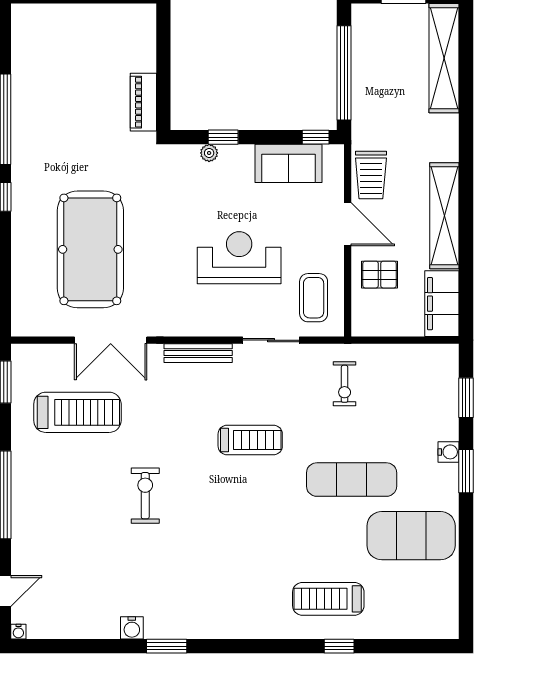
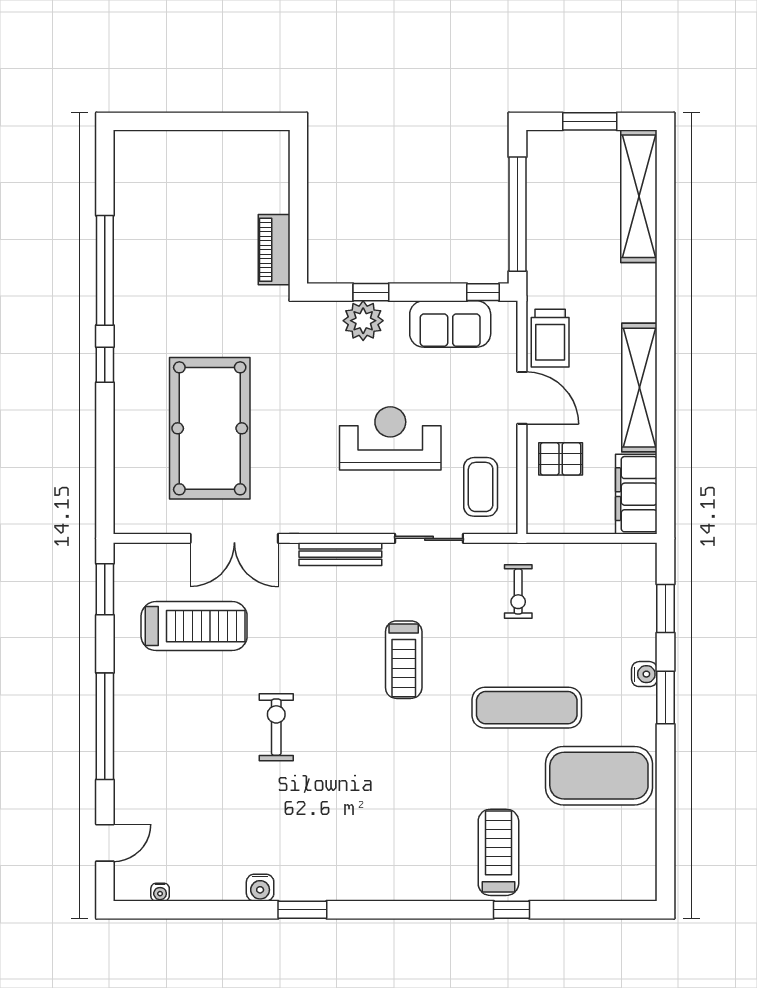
plant: (209, 153) -> (363, 321), width x1.87, depth x1.87
treadmill: (250, 440) -> (404, 660), turned 90
treadmill: (328, 599) -> (498, 852), turned 90
water cooler: (18, 632) -> (160, 892), moved

